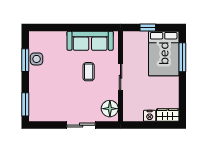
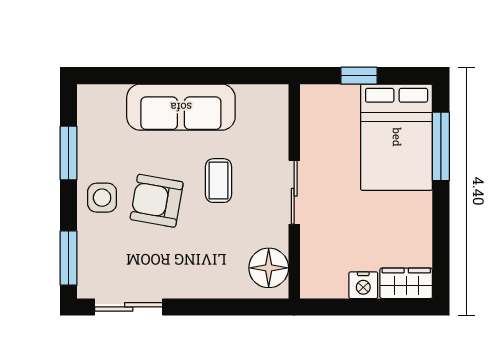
sofa: (90, 41) -> (181, 107), moved
side table: (37, 59) -> (102, 198), moved
armchair: (62, 80) -> (157, 201), added
sliding door: (81, 125) -> (129, 307), moved

